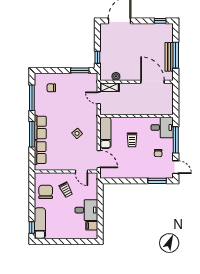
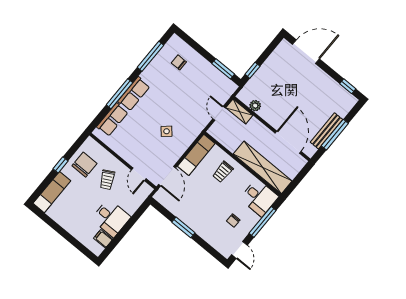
shelving: (150, 108) -> (263, 167), added
trolley: (132, 140) -> (223, 172), moved
window: (157, 181) -> (183, 227), moved
window: (32, 228) -> (61, 165), moved

